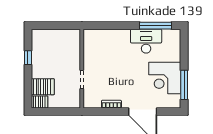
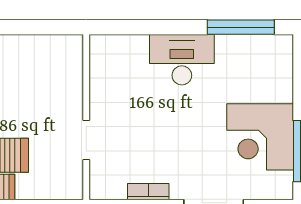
desk: (146, 41) -> (182, 60), moved

